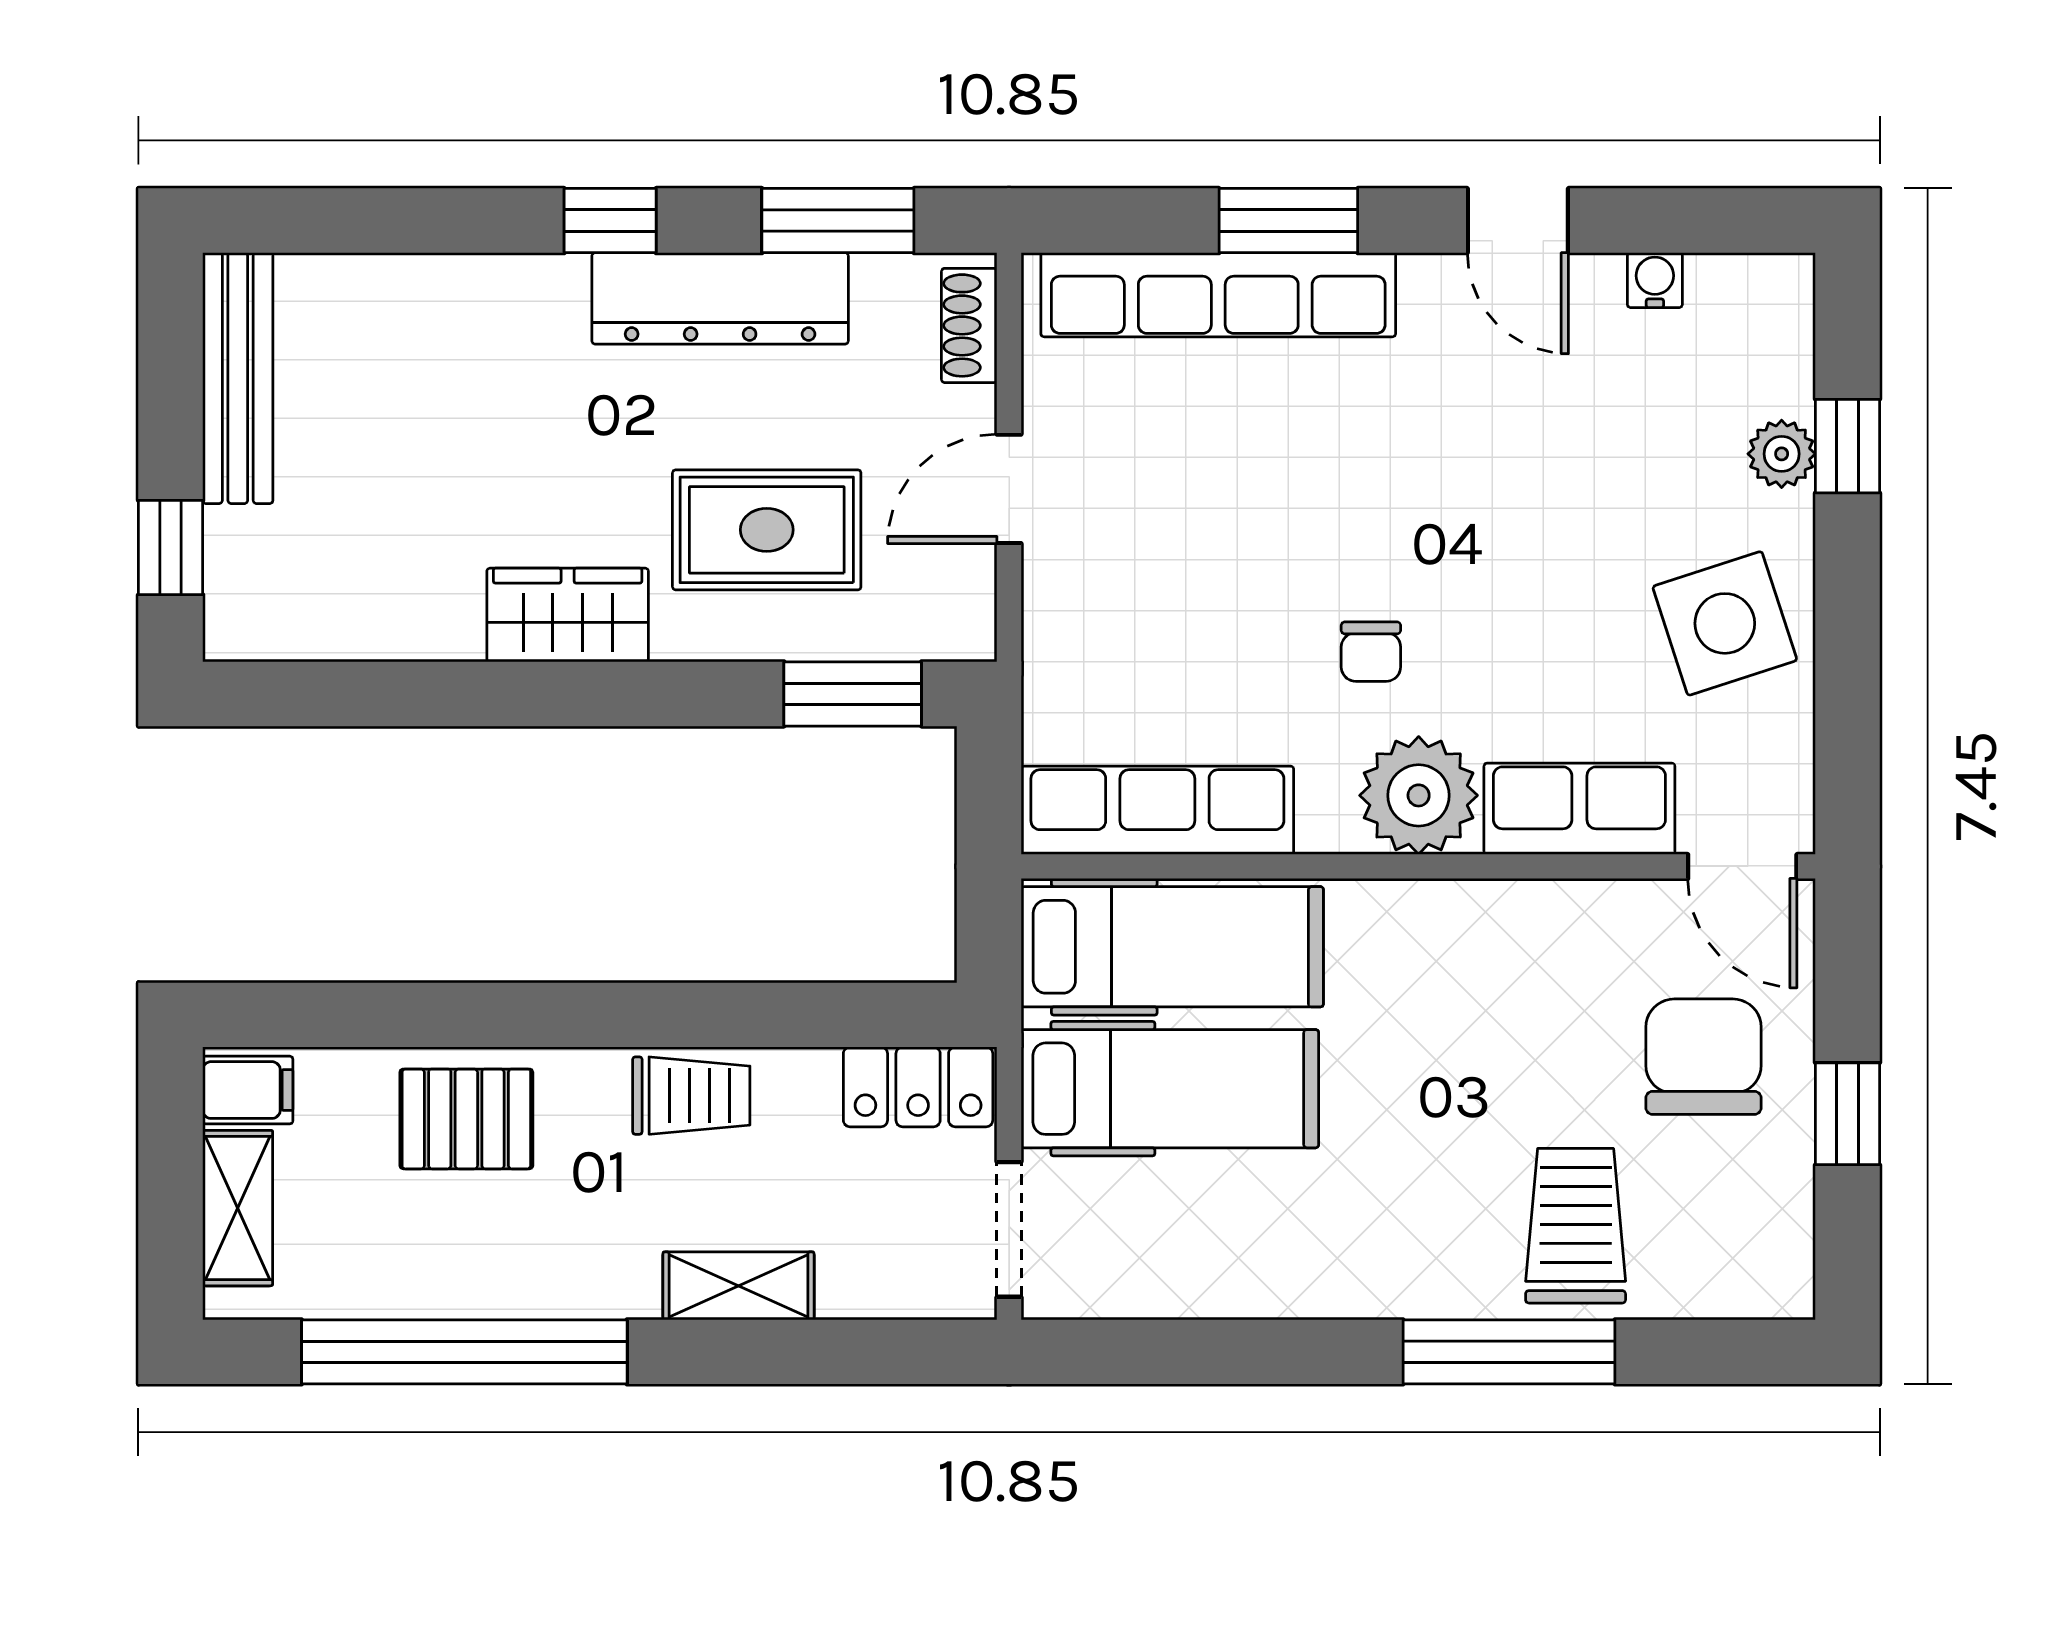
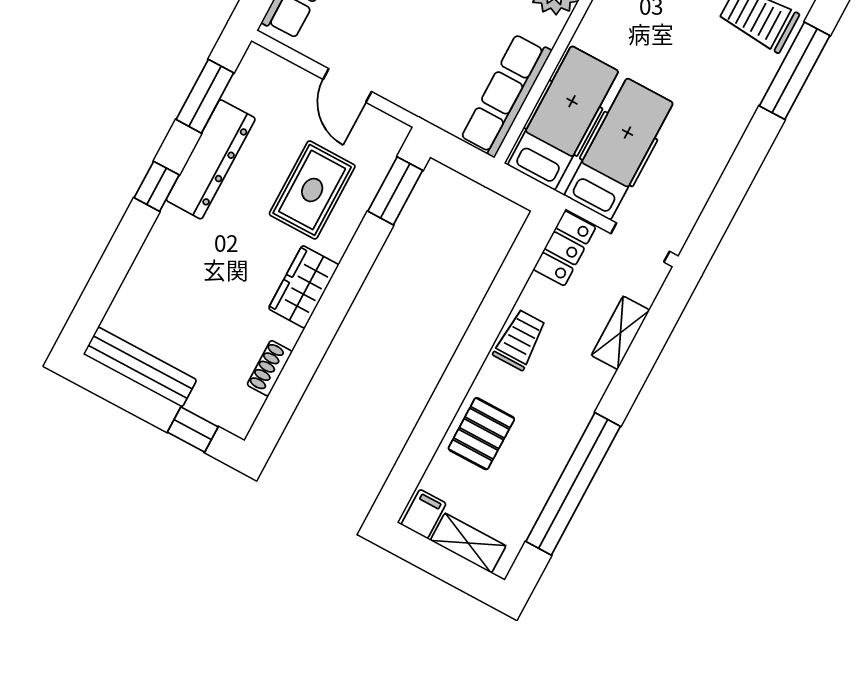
shoe rack: (969, 325) -> (270, 368), moved, turned 90
shelving: (738, 1286) -> (620, 333), moved

